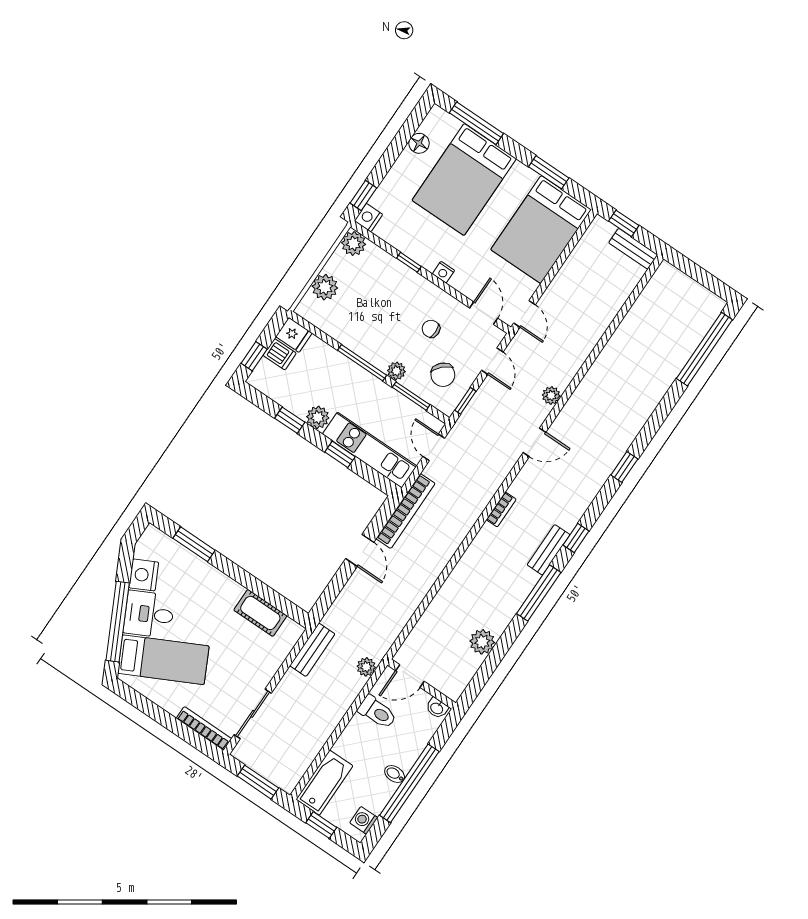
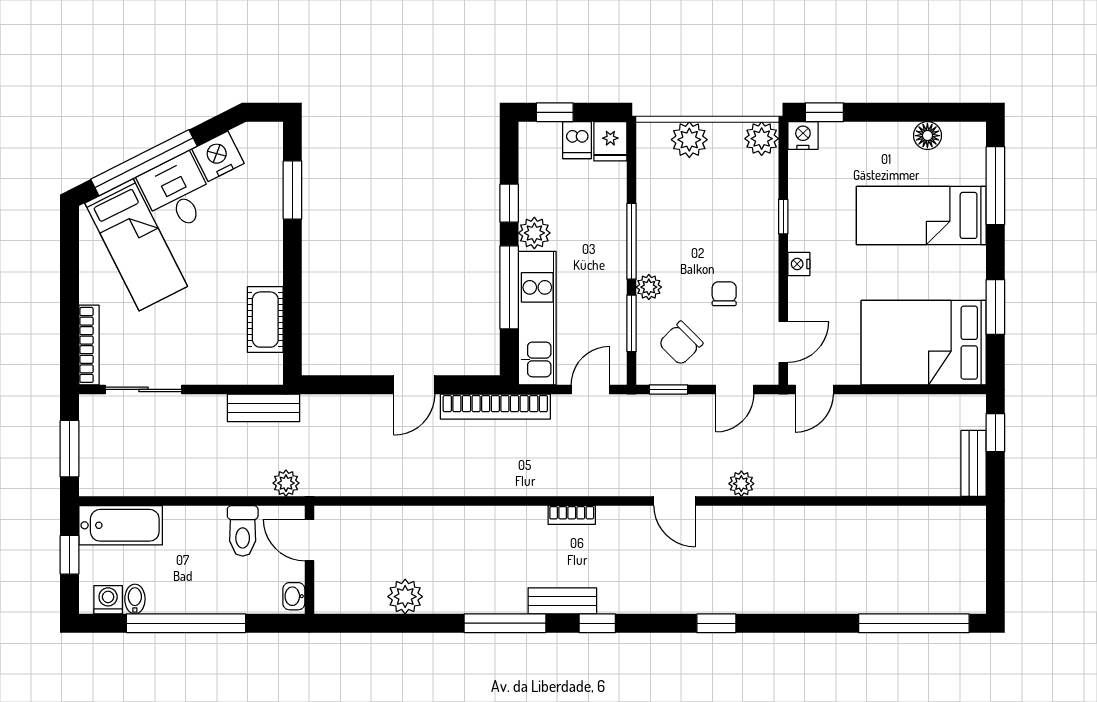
bed: (464, 179) -> (921, 215), width x0.67
window: (340, 454) -> (509, 287), width x2.17
bidet: (395, 774) -> (135, 599), moved

